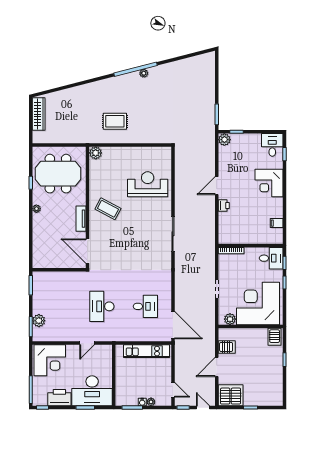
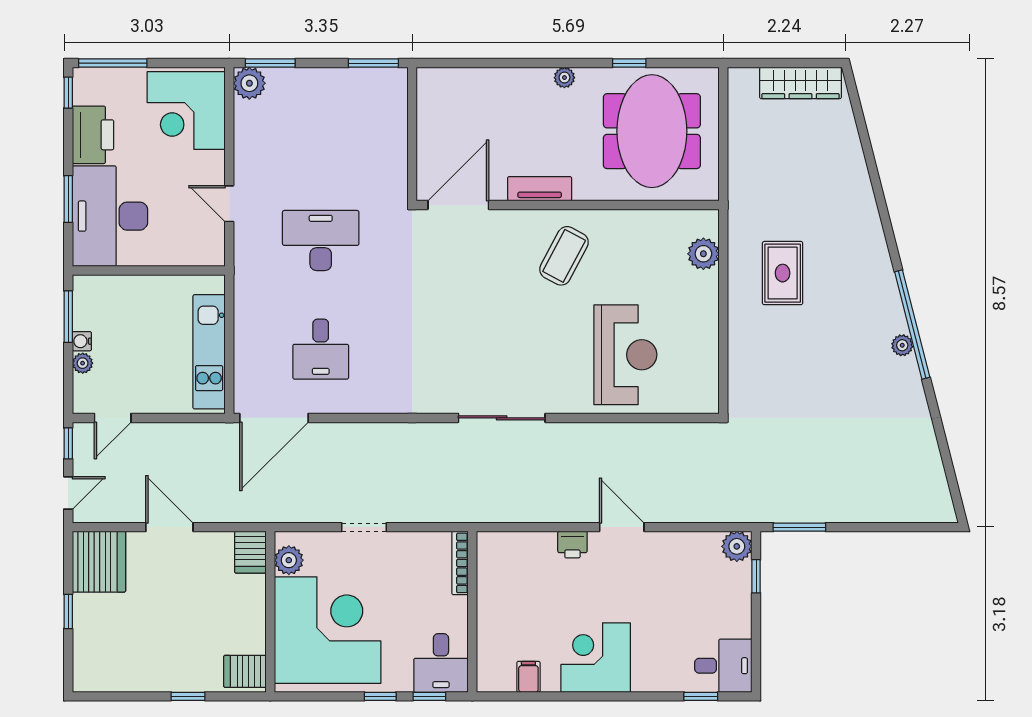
plant: (96, 153) -> (703, 254), moved
corner desk: (269, 183) -> (596, 658), moved
plant: (39, 321) -> (249, 83), moved
server rack: (227, 347) -> (250, 552), moved

